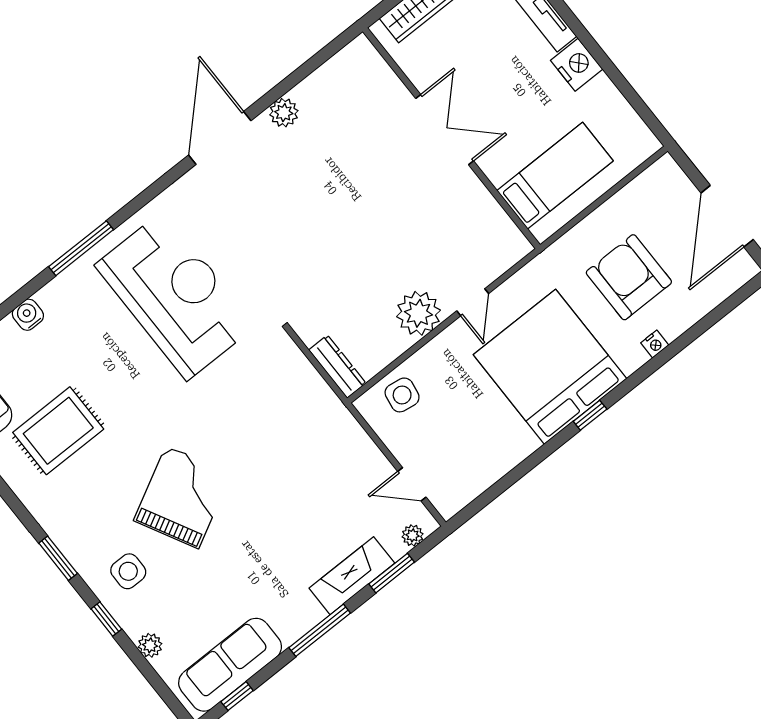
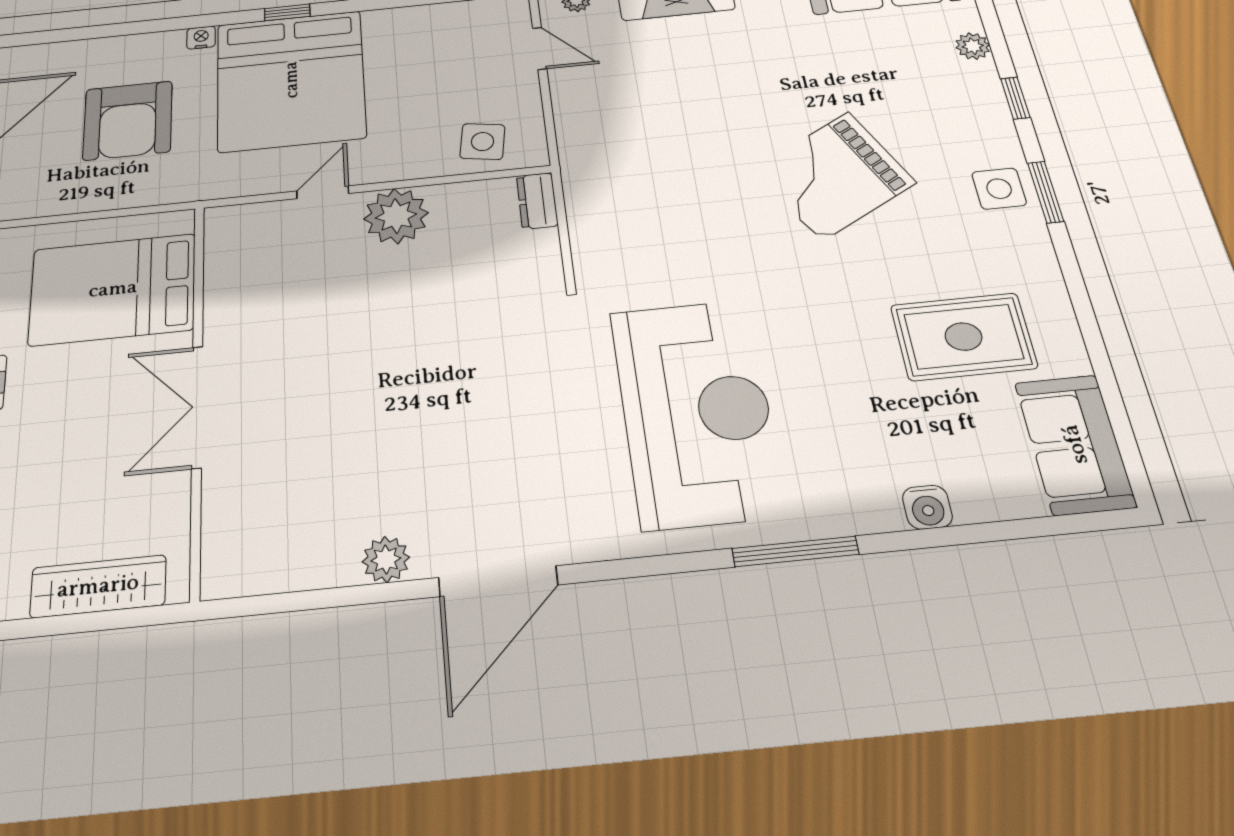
bed: (555, 176) -> (113, 289), width x1.50
reception desk: (175, 296) -> (696, 411), turned 180
nightstand: (655, 344) -> (201, 38), moved
dresser: (337, 367) -> (537, 201), width x0.70
side table: (128, 571) -> (999, 189), moved

